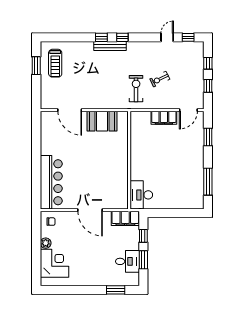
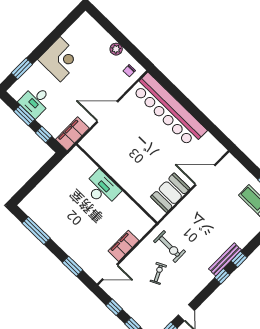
door: (188, 110) -> (110, 272), swing flipped
bar counter: (51, 182) -> (169, 110), width x1.36
desk: (141, 195) -> (102, 188), moved
corner desk: (54, 263) -> (60, 59), moved, turned -90

